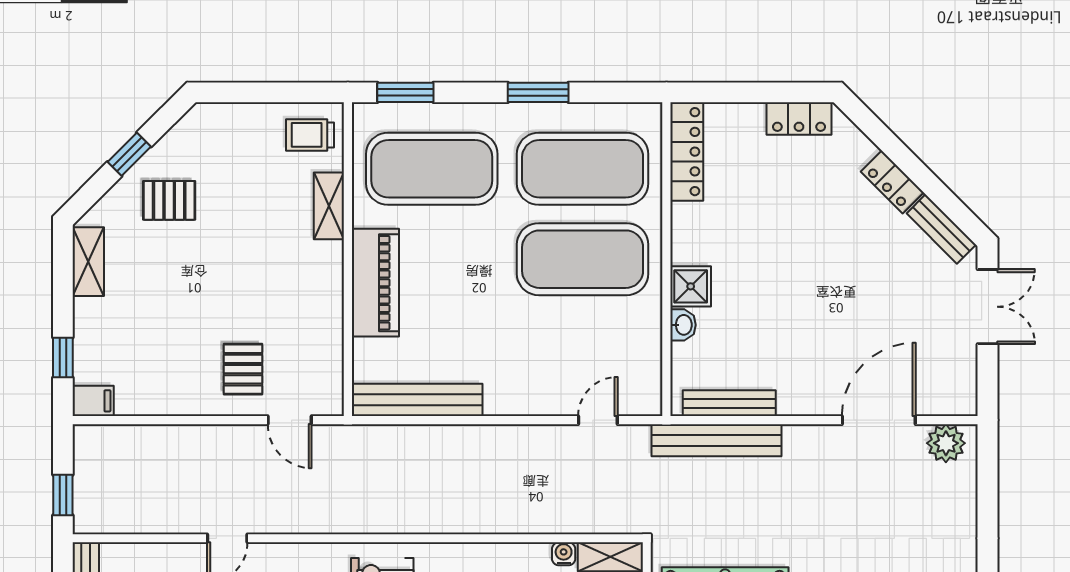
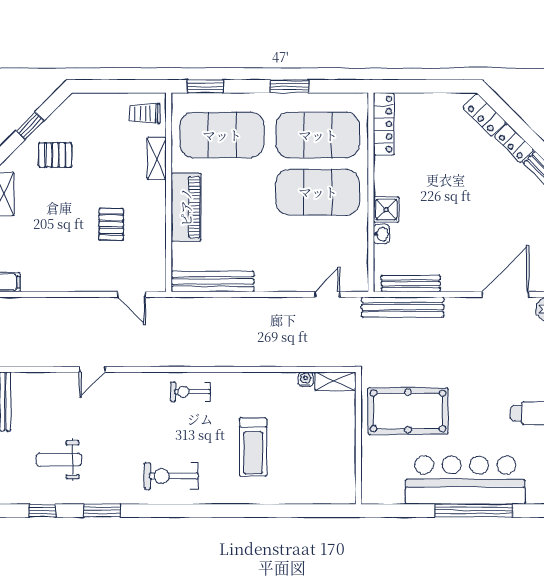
locker: (799, 119) -> (484, 115), moved, turned 45
pallet: (243, 369) -> (111, 224), moved

